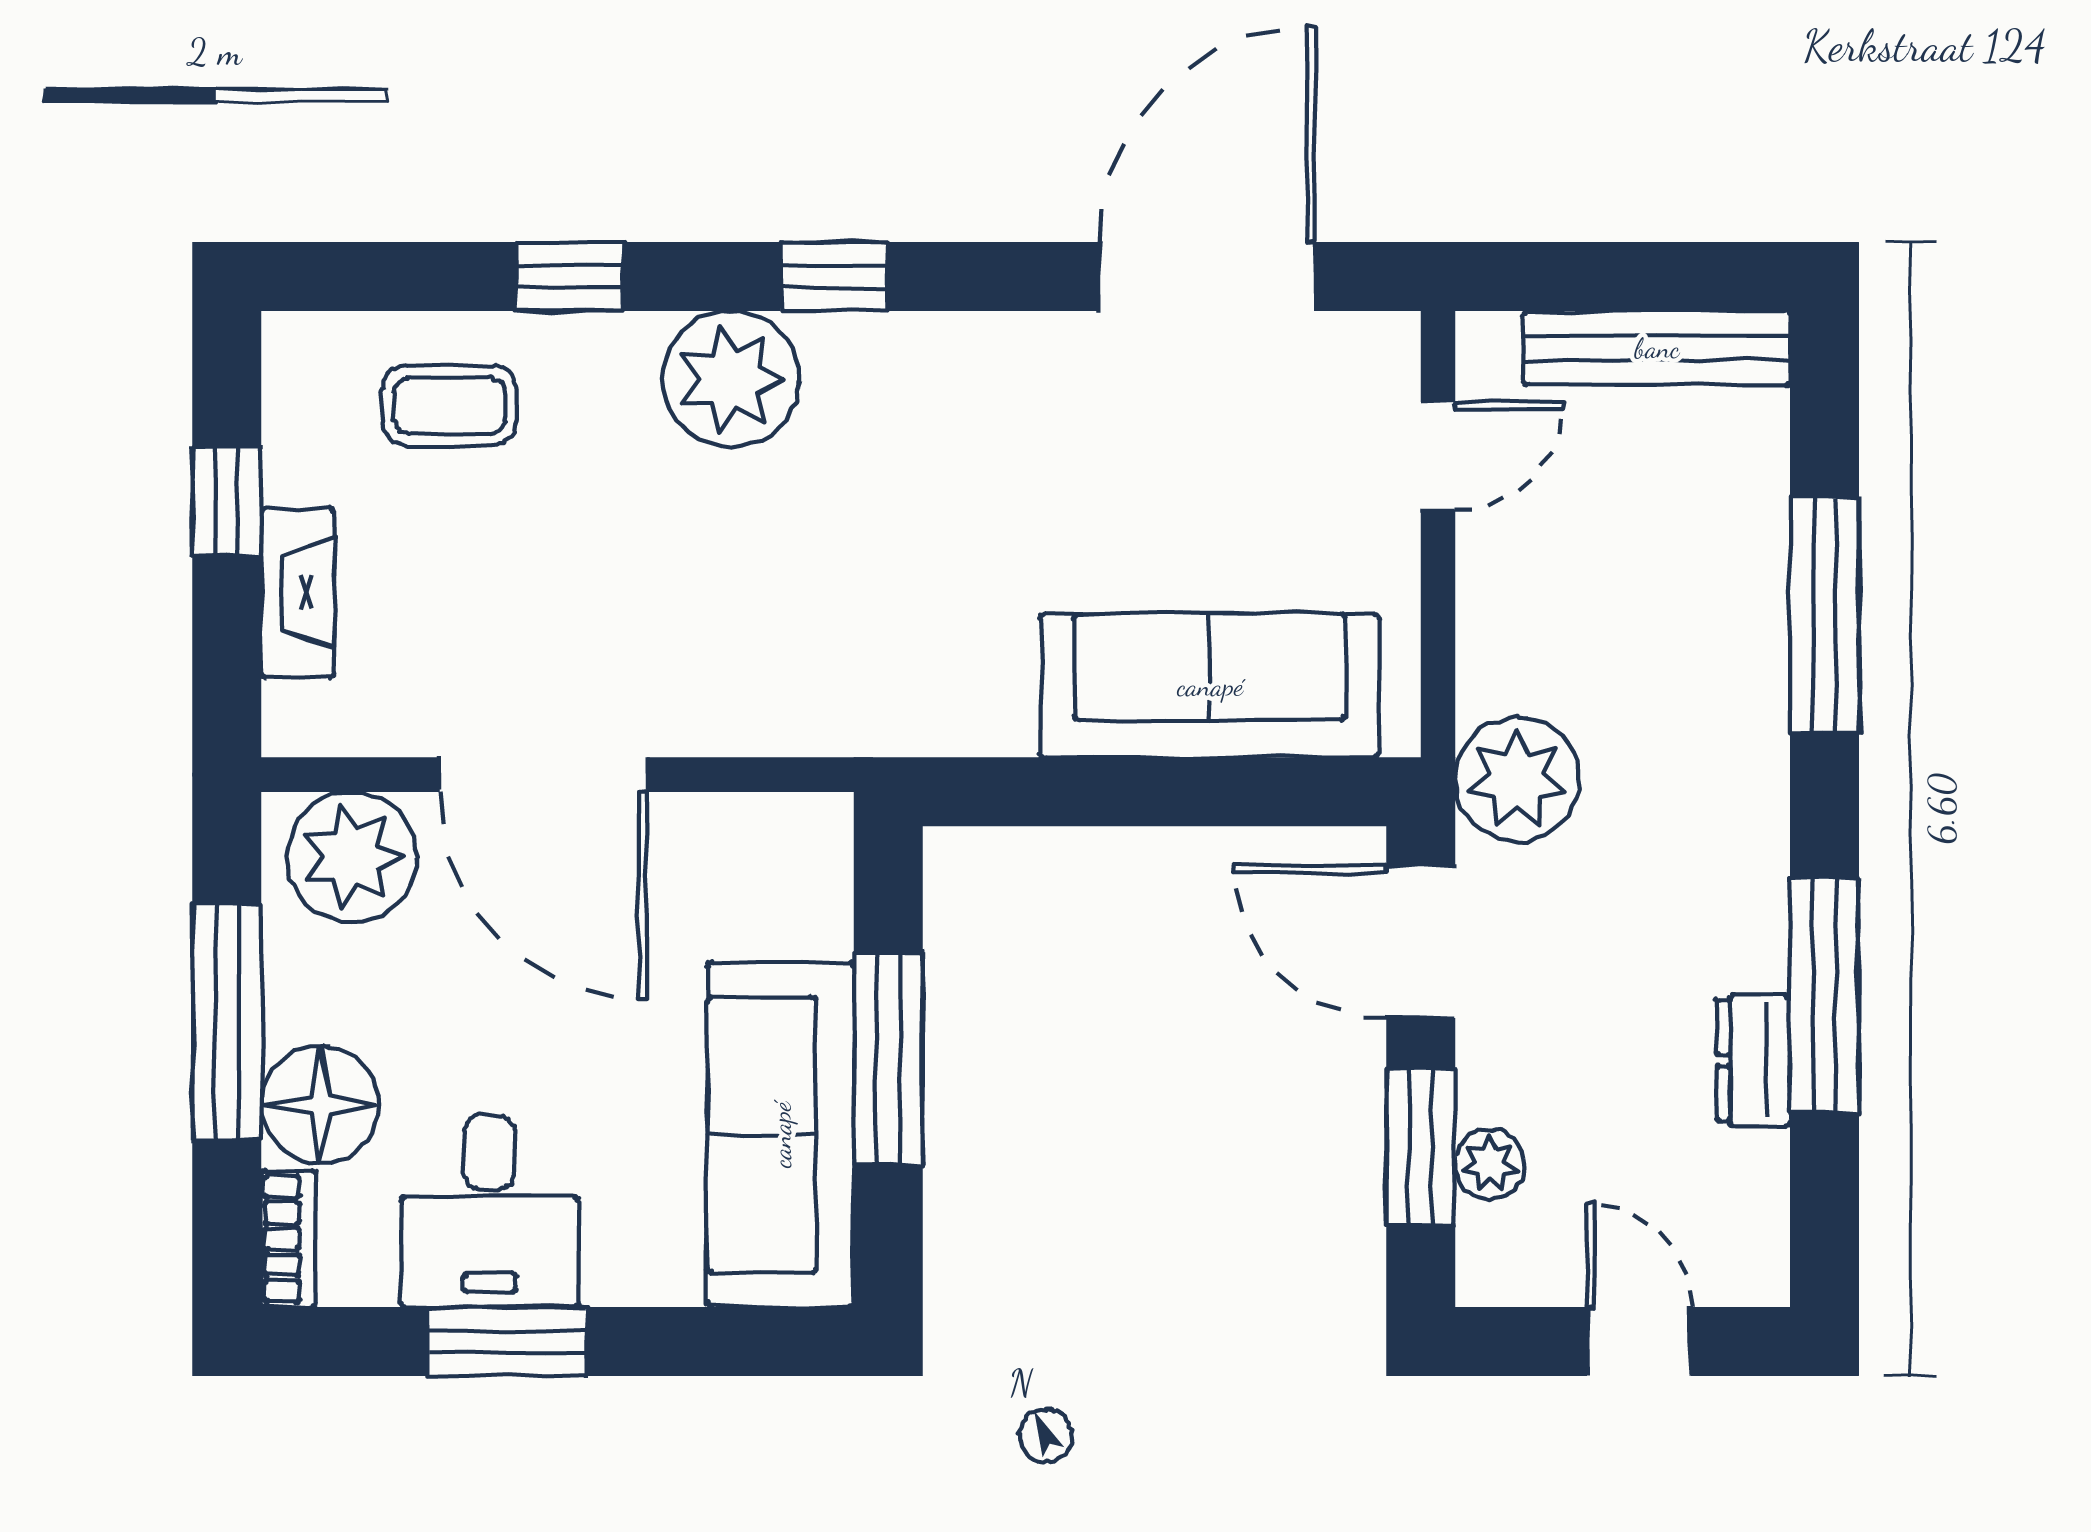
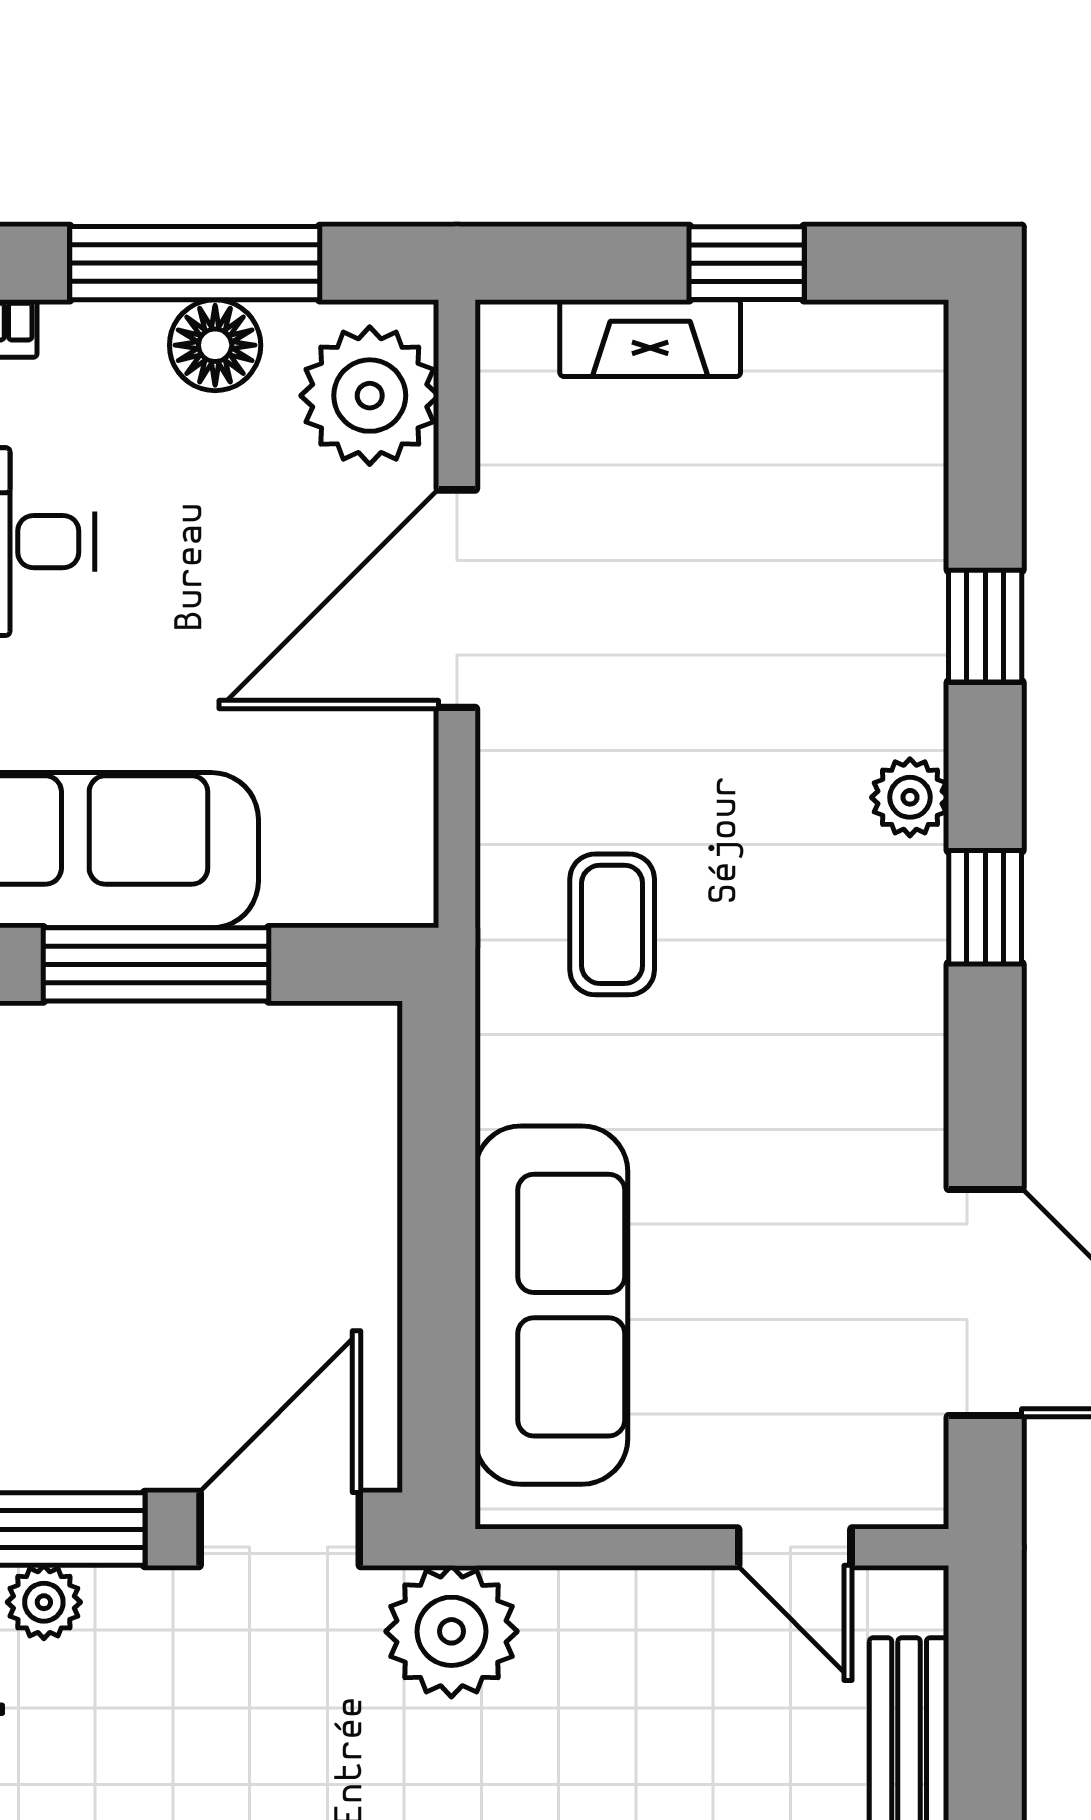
plant: (731, 379) -> (910, 797), width x0.53, depth x0.53
coffee table: (450, 406) -> (612, 924), moved
floor lamp: (320, 1105) -> (215, 345), moved, width x0.73, depth x0.73

